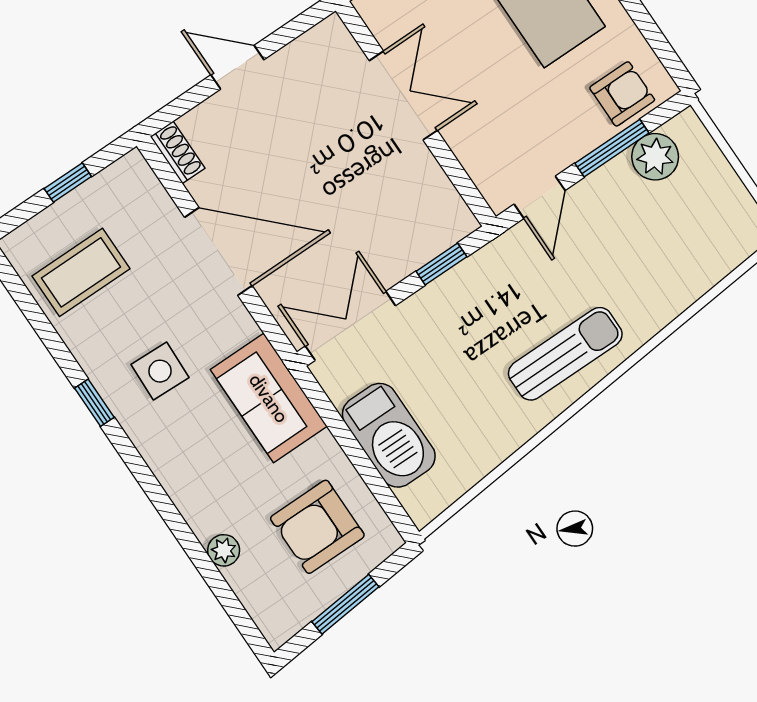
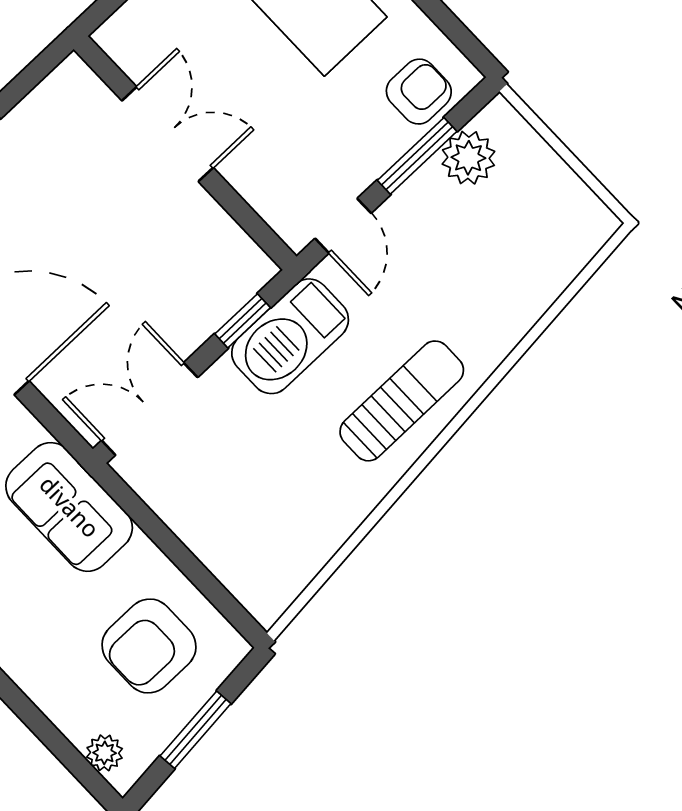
barbecue: (389, 435) -> (290, 336), moved, turned 90
plant: (224, 550) -> (105, 753), moved

